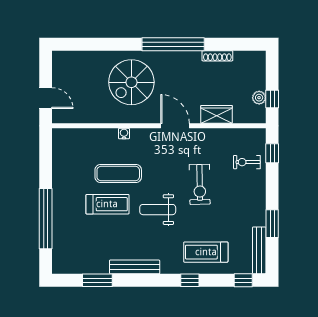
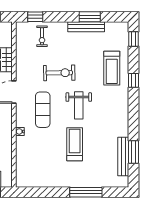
exercise mat: (118, 174) -> (43, 110), moved
window: (46, 219) -> (86, 192), width x0.68
bench: (259, 250) -> (86, 27), moved
bench: (135, 267) -> (123, 157), moved

